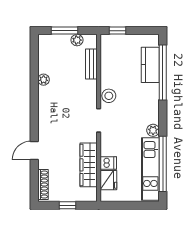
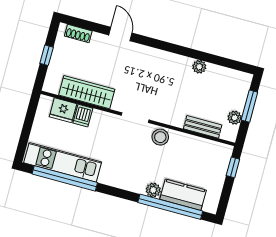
plant: (153, 130) -> (153, 190), moved
shoe rack: (43, 185) -> (78, 33), width x0.70

